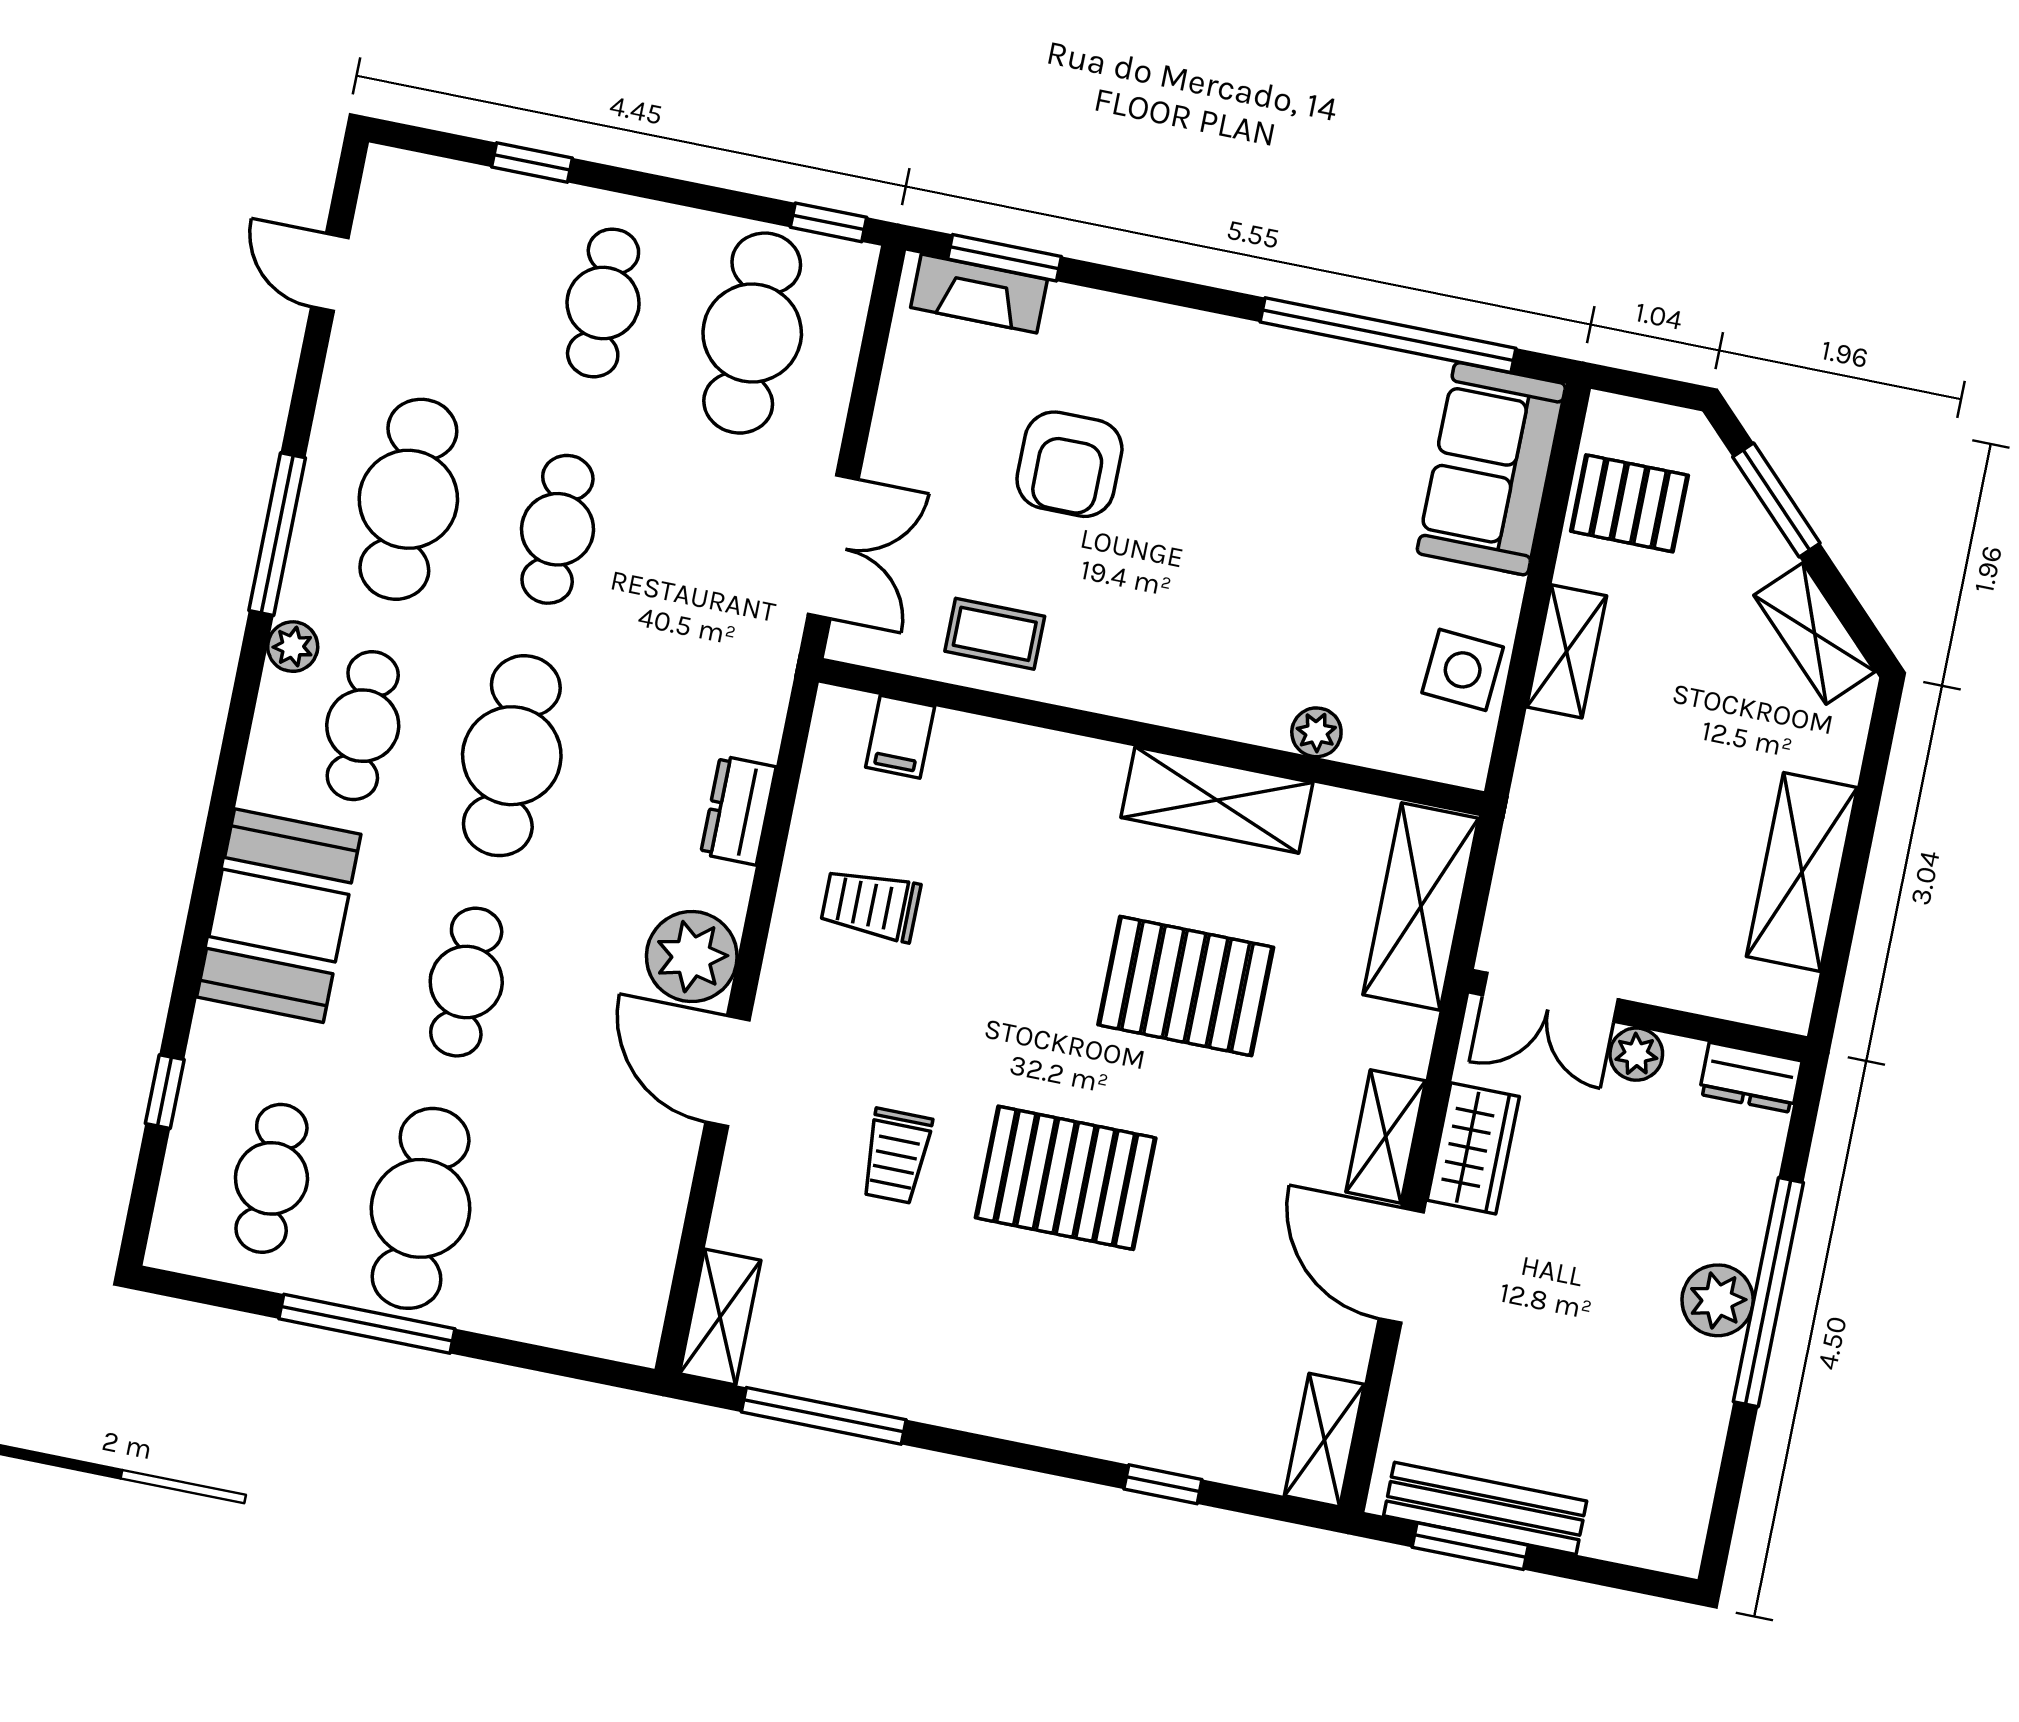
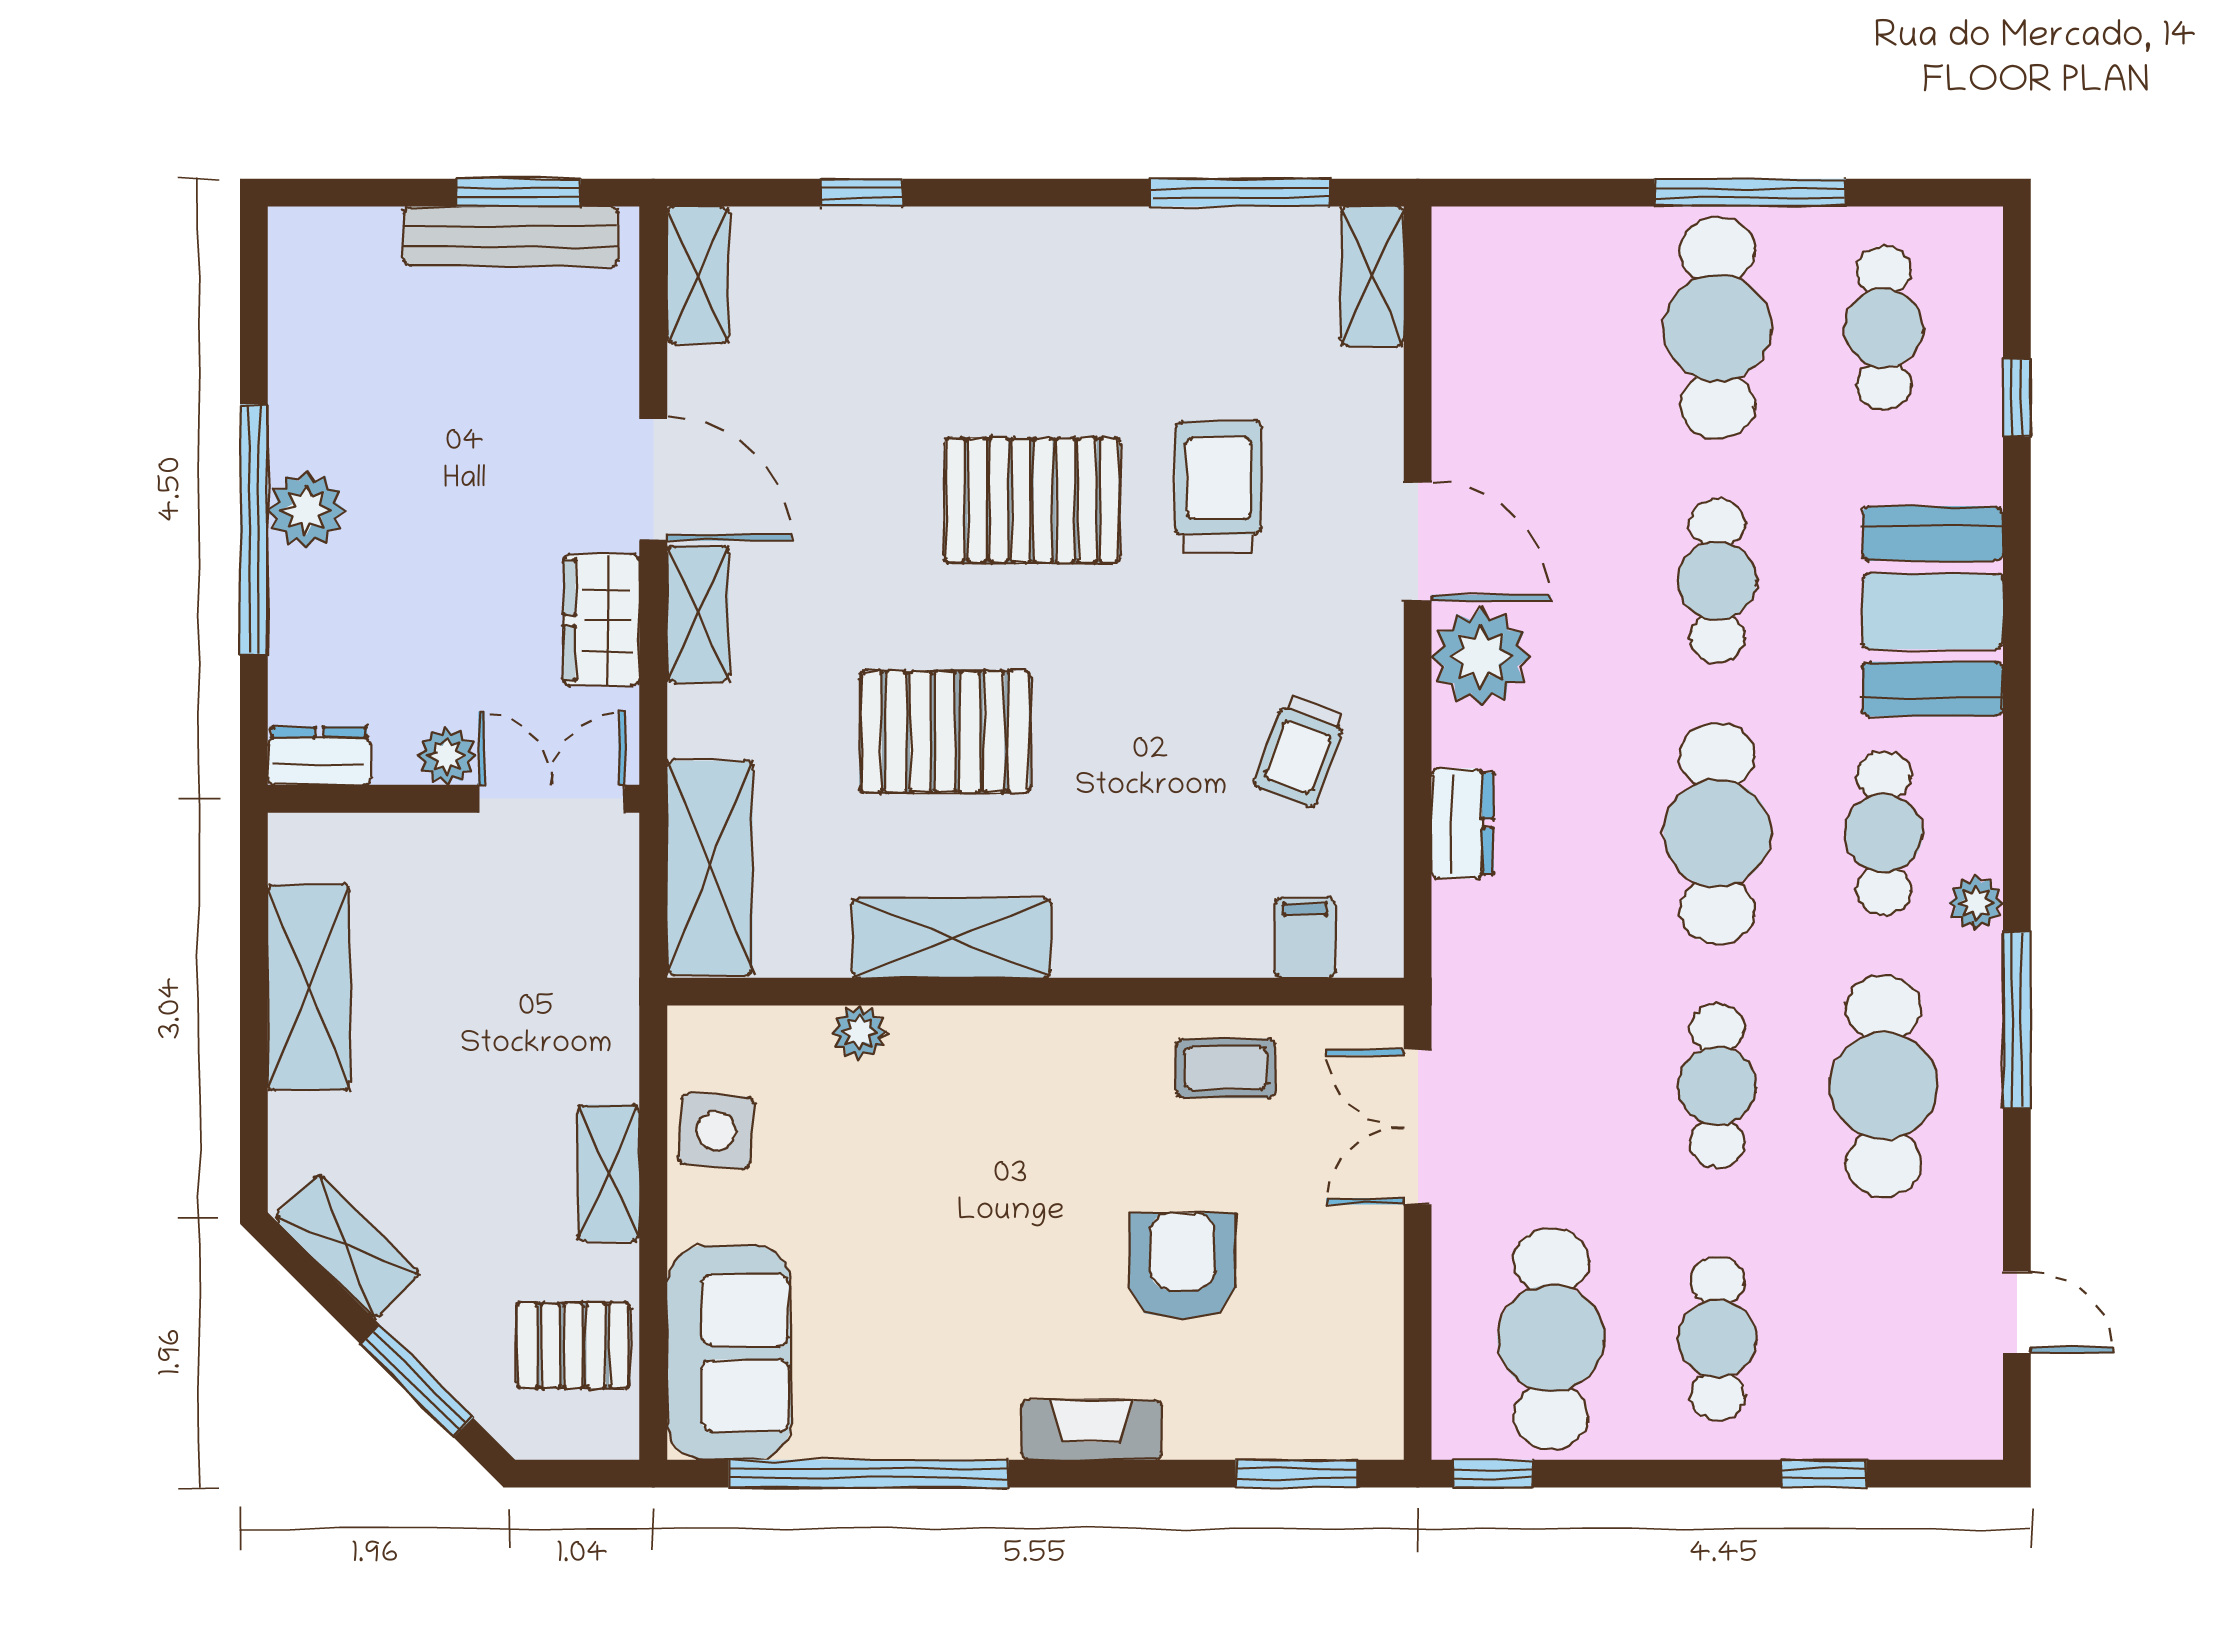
fireplace: (979, 293) -> (1092, 1430), moved
trolley: (871, 905) -> (1300, 751), turned 110
trolley: (896, 1156) -> (1219, 487), width x1.36, depth x1.39

